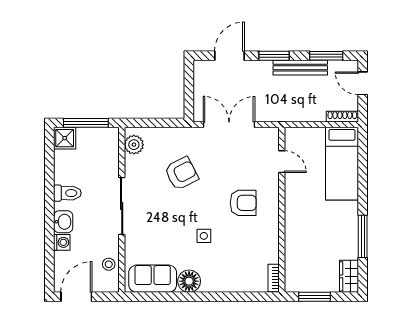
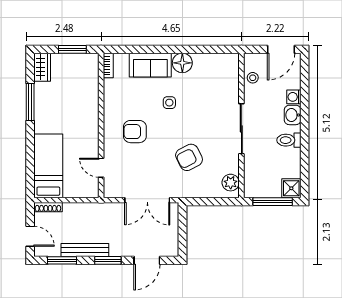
sofa: (153, 279) -> (150, 65), moved

